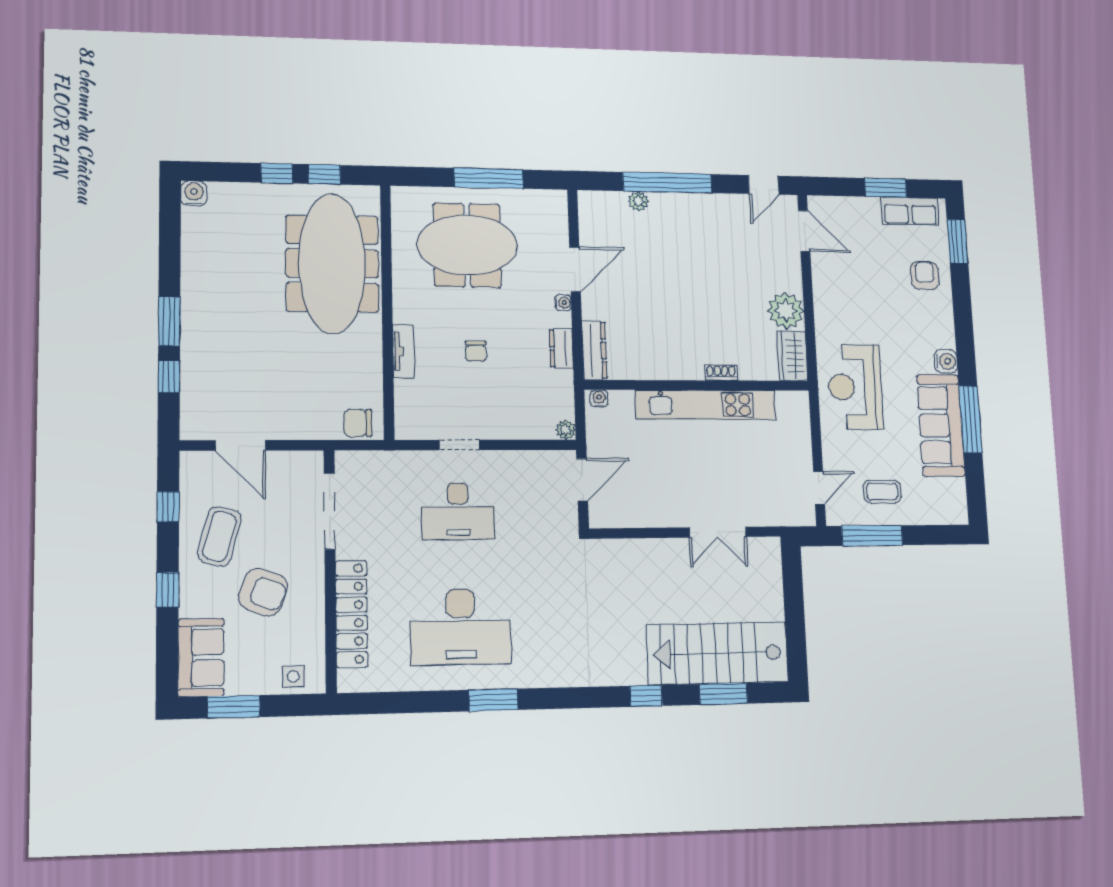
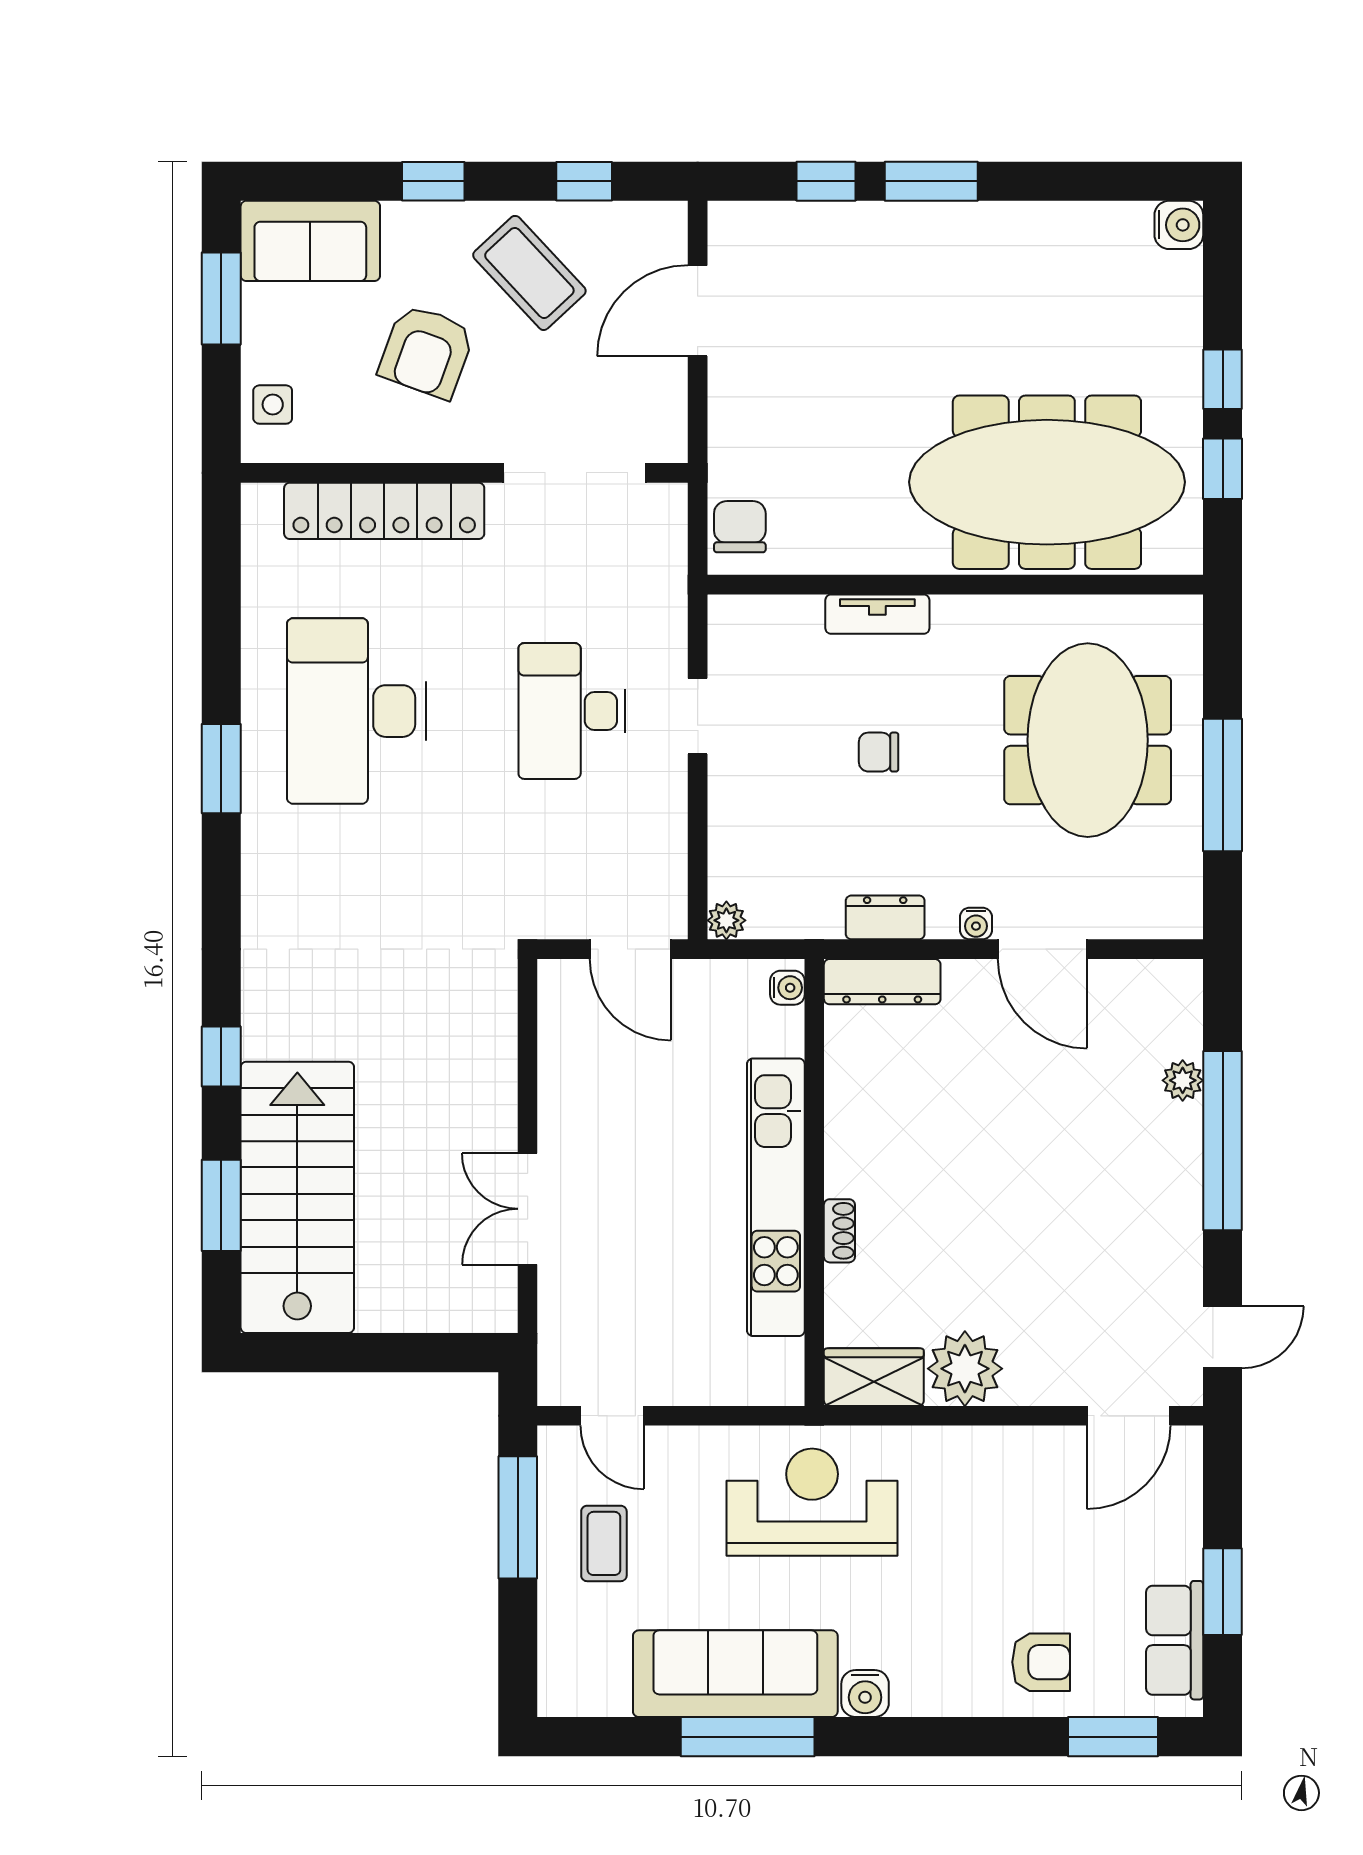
door: (764, 185) -> (1223, 1337), swing flipped
coffee table: (219, 536) -> (529, 273), turned 32

